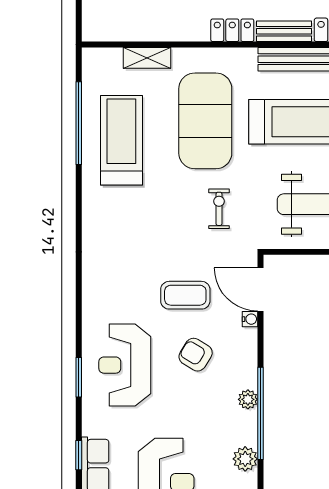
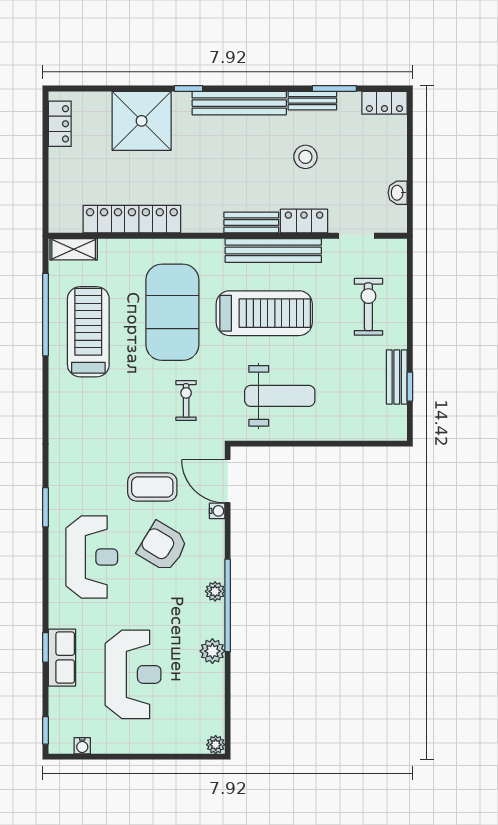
locker: (232, 30) -> (132, 219), moved, width x2.16, depth x1.21
shelving: (147, 58) -> (74, 249), moved
armchair: (196, 355) -> (163, 547), width x1.38, depth x1.38
reception desk: (125, 365) -> (92, 557), turned 180
window: (79, 377) -> (45, 507), moved

